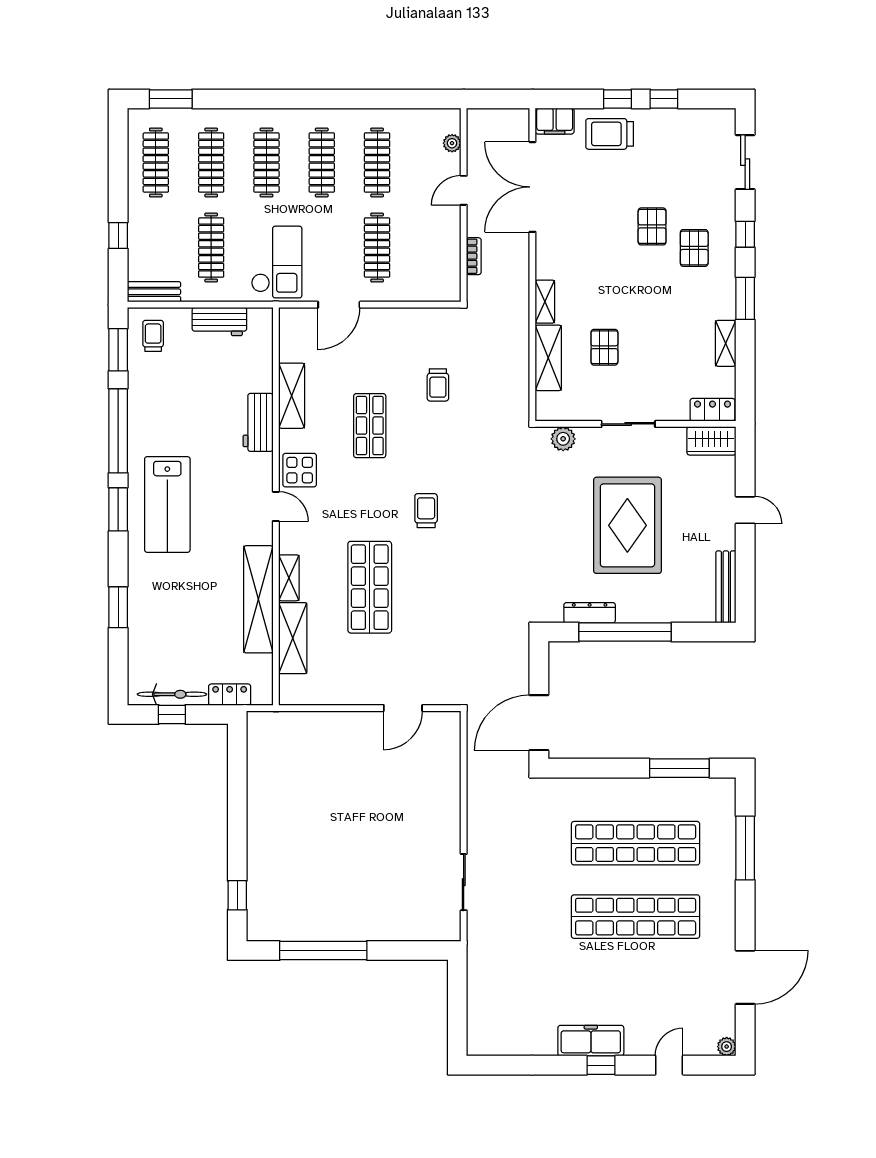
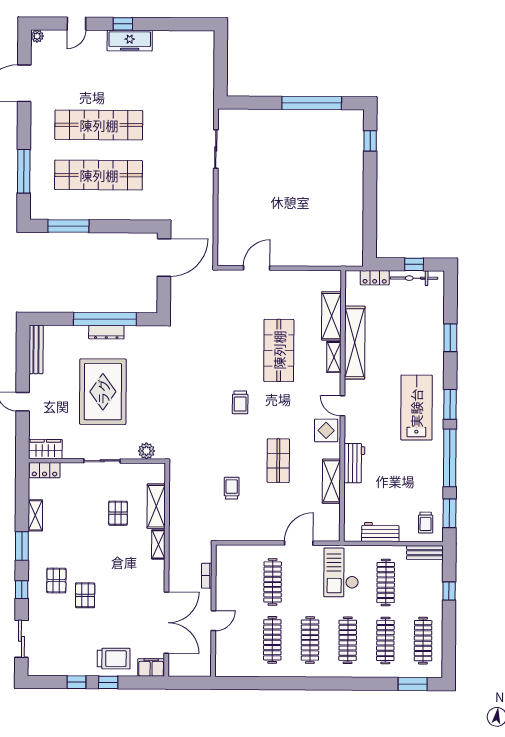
plant: (452, 143) -> (221, 653), removed
dresser: (590, 613) -> (106, 332), moved

